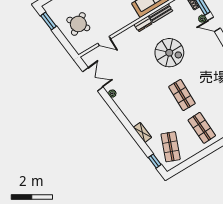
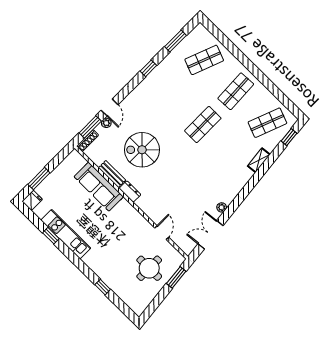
window: (49, 21) -> (176, 277), moved
round table: (78, 24) -> (149, 268), turned 34
spiral stairs: (169, 53) -> (142, 150), moved, turned -90

